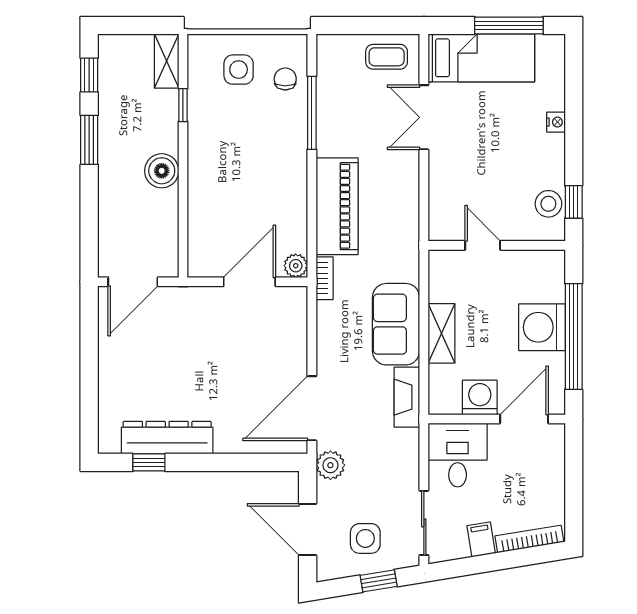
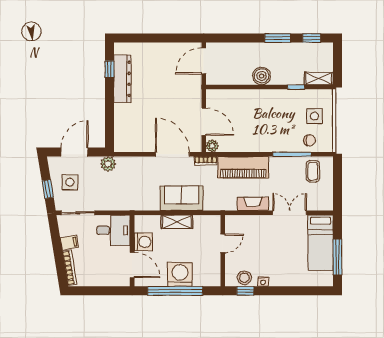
coffee table: (387, 57) -> (313, 171), moved
nightstand: (556, 122) -> (263, 282), moved
door: (133, 282) -> (204, 61), hinge flipped
fireplace: (407, 397) -> (253, 204), moved
door: (312, 408) -> (172, 154), moved

